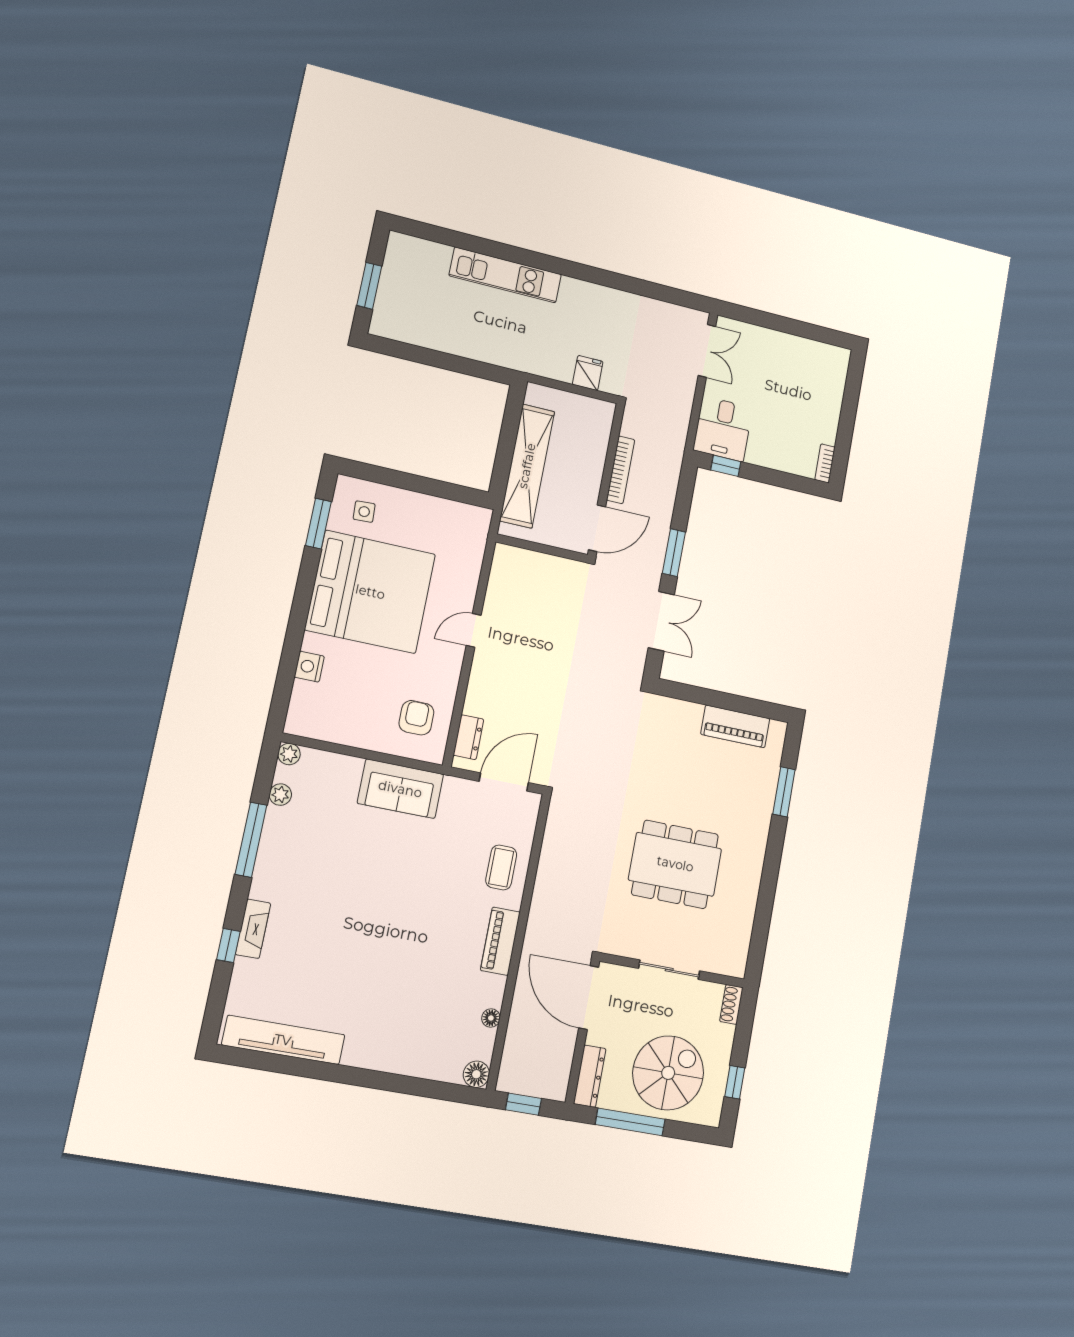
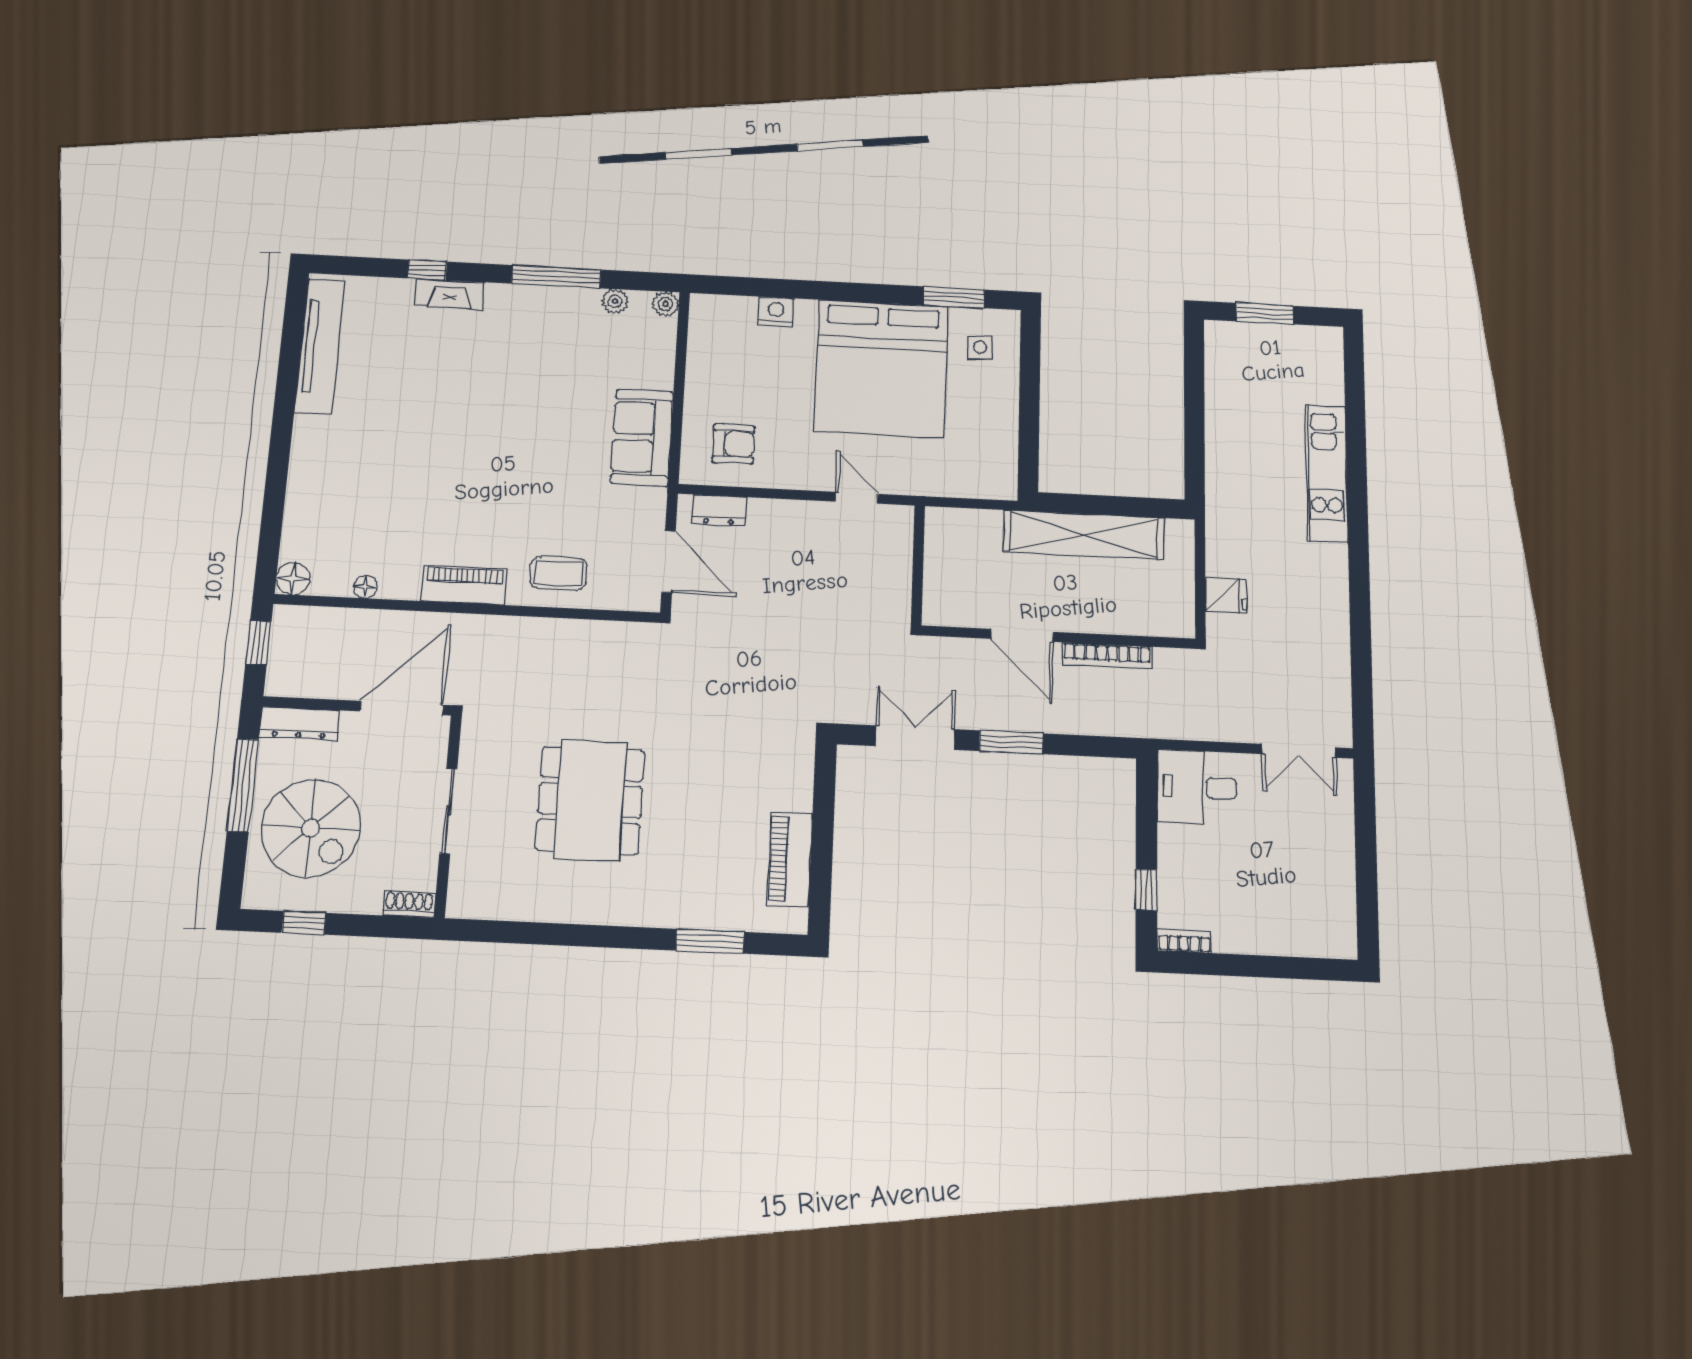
window: (726, 466) -> (1146, 890), moved
wall: (542, 548) -> (918, 565), moved
double door: (661, 621) -> (915, 738), swing flipped

